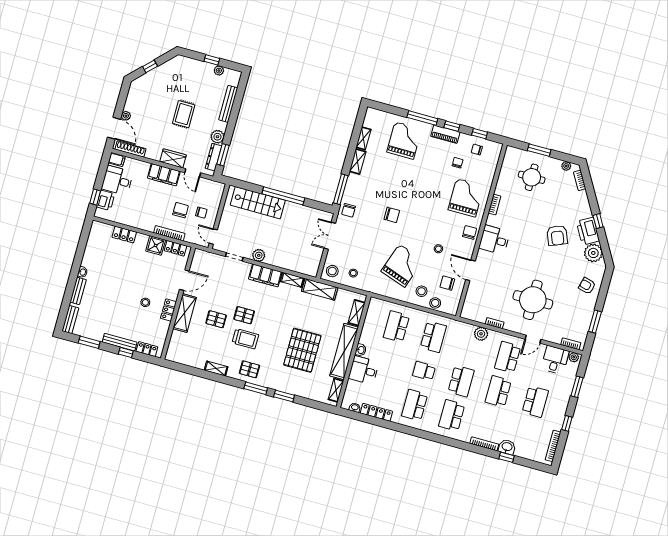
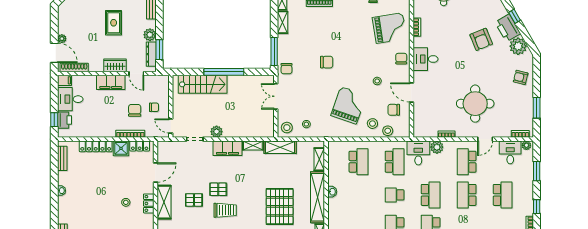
grand piano: (466, 198) -> (389, 28), turned 81
locker: (124, 235) -> (96, 146), width x1.53
bench: (78, 291) -> (62, 158), moved
school desk: (396, 327) -> (359, 162), turned 180
desk: (364, 370) -> (418, 153), moved, turned 90

